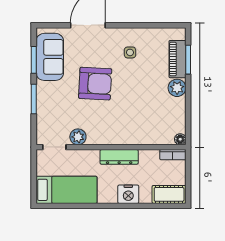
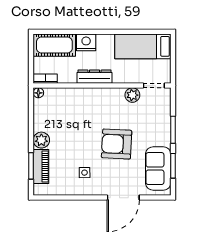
cot: (169, 194) -> (54, 45), width x1.37, depth x1.34

